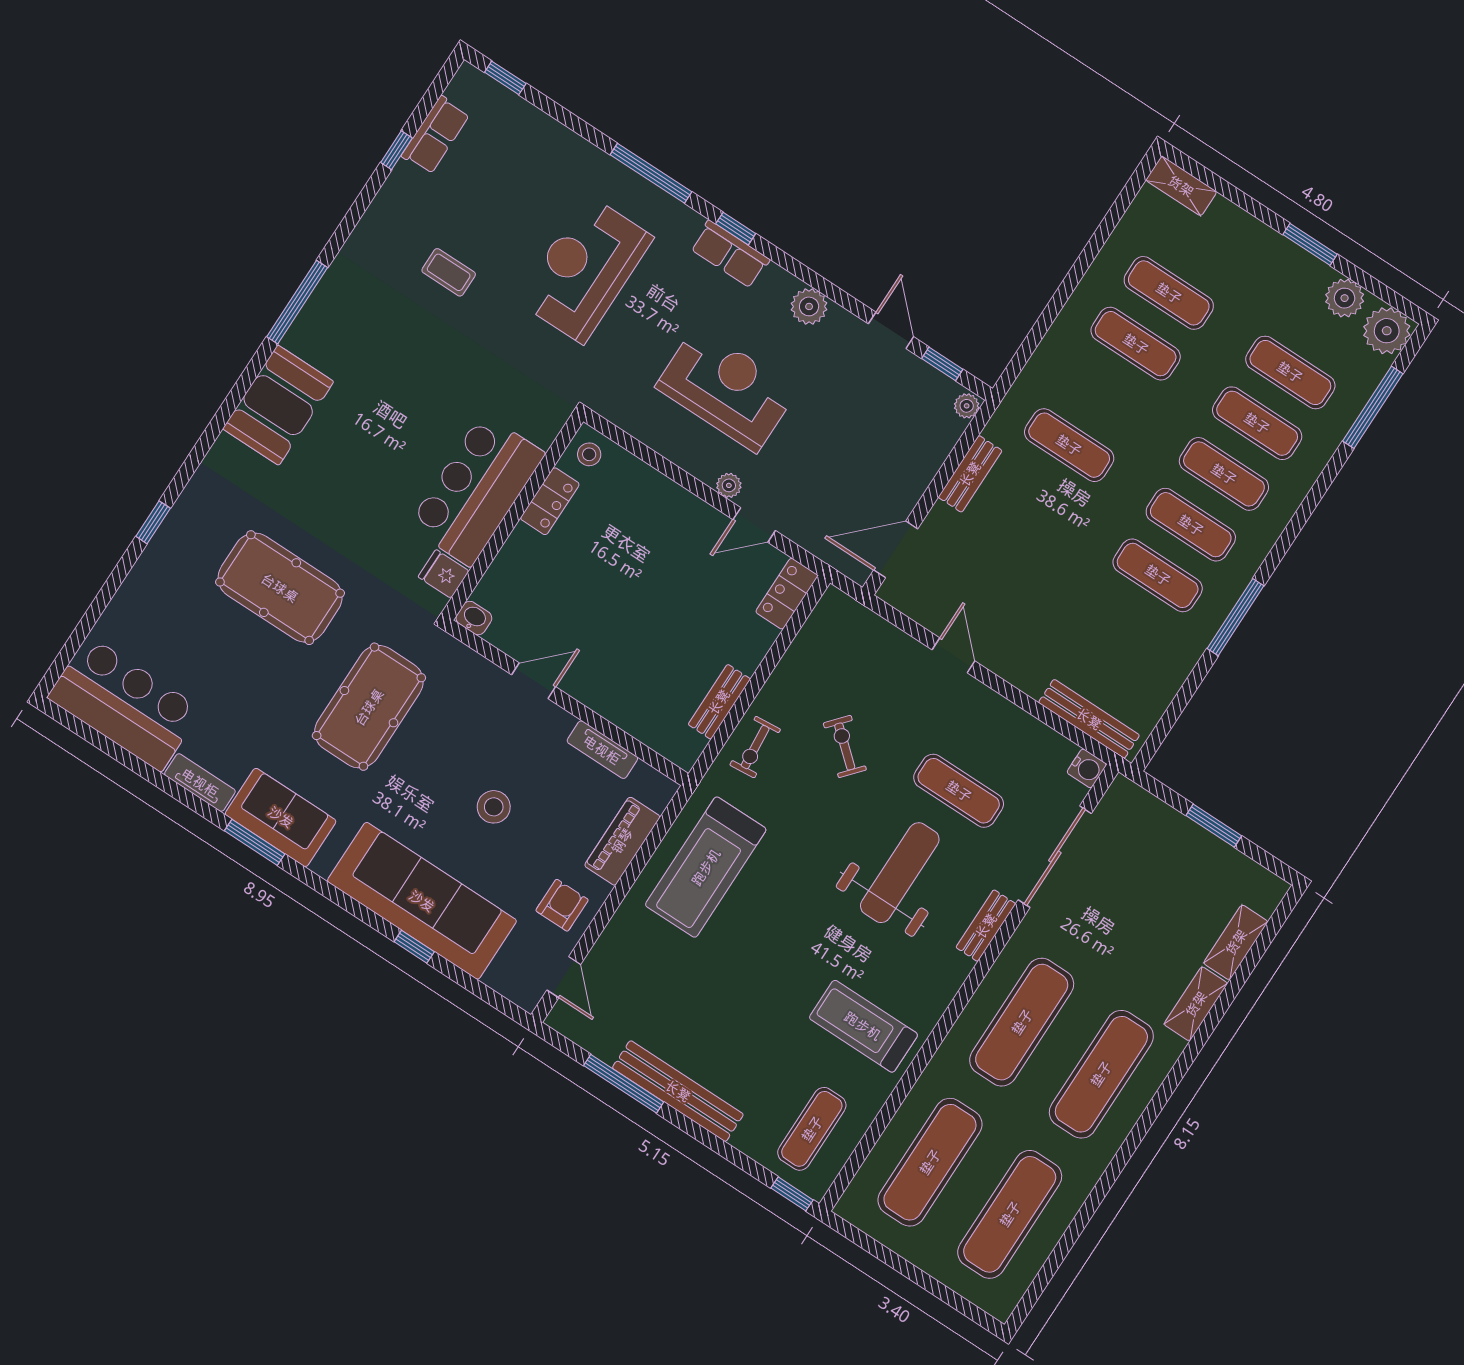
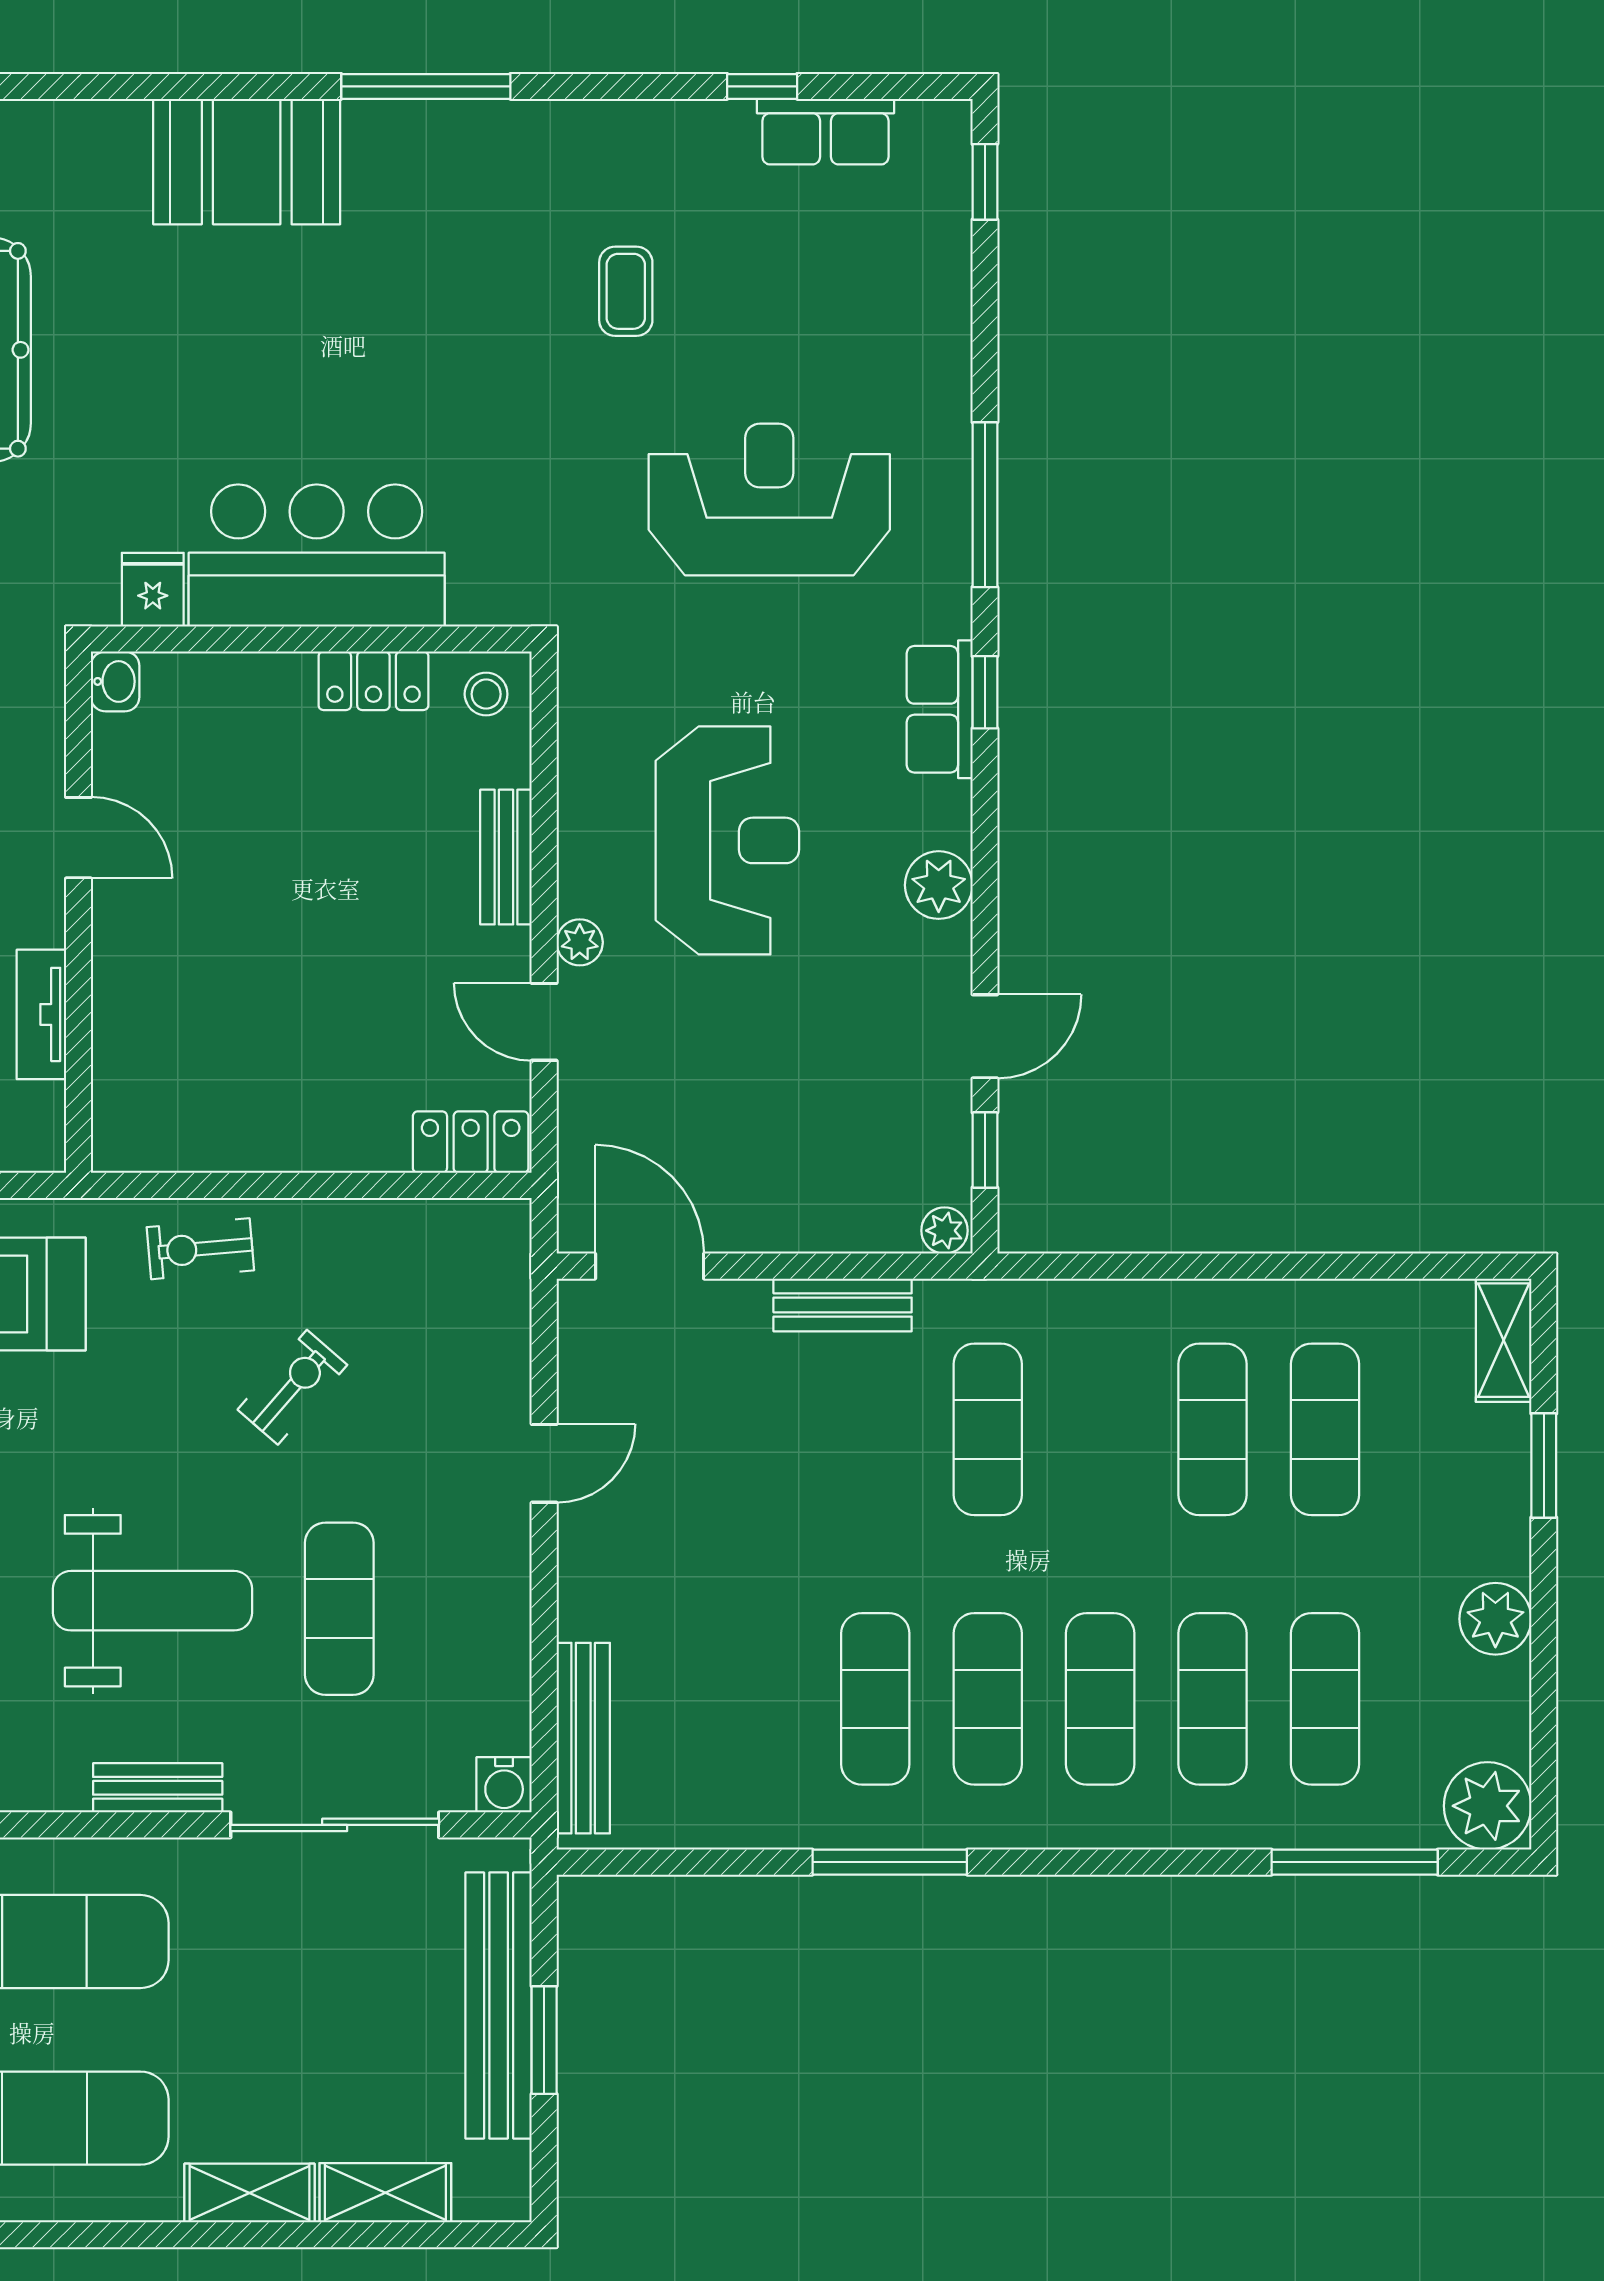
window: (1310, 244) -> (1544, 1465), moved
plant: (1345, 298) -> (1495, 1619), moved
bench: (719, 702) -> (506, 857), moved, turned 90
bench: (1185, 836) -> (499, 2006), added

